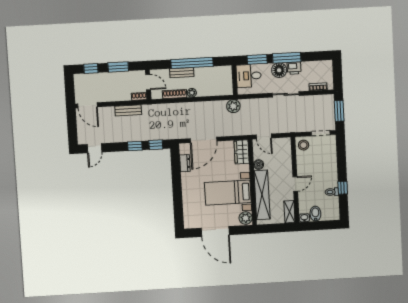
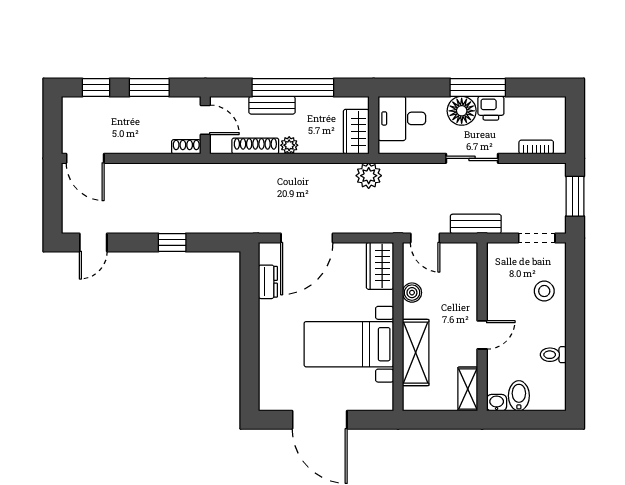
window: (257, 59) -> (420, 87), removed
wardrobe: (226, 84) -> (356, 132), added
bench: (128, 110) -> (476, 224), moved
window: (156, 145) -> (213, 242), removed
stool: (304, 145) -> (544, 291), moved
window: (343, 188) -> (575, 348), removed
shelving: (262, 195) -> (416, 353), width x0.68
plant: (246, 218) -> (381, 396), removed

